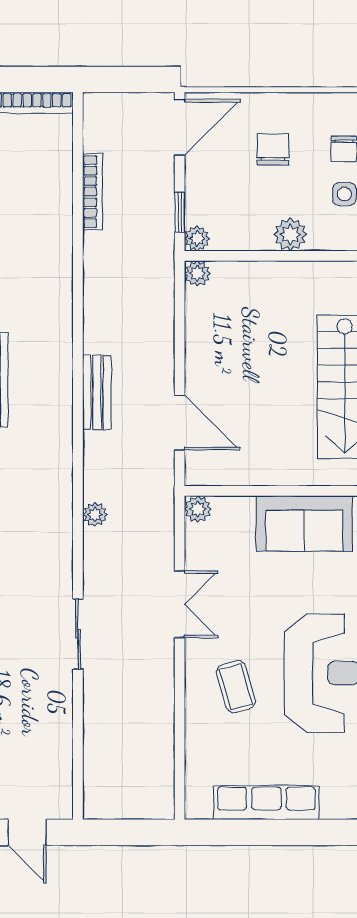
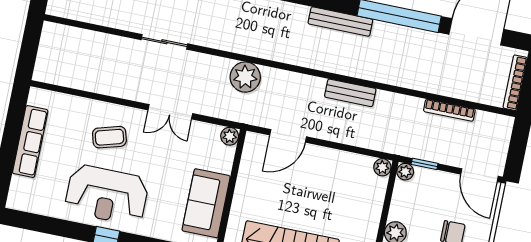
bench: (97, 392) -> (350, 93), moved
plant: (95, 515) -> (245, 77), width x1.88, depth x1.88

